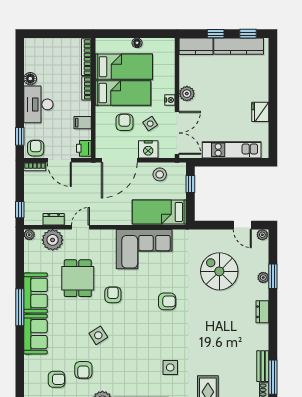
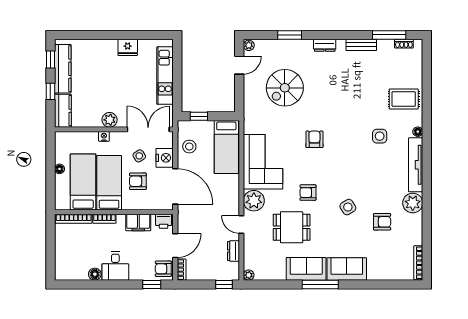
nightstand: (170, 100) -> (104, 136), moved
desk: (38, 104) -> (115, 266), width x0.73
filing cabinet: (83, 123) -> (138, 222), width x2.00
plant: (53, 240) -> (254, 201), moved
plant: (263, 277) -> (291, 44), removed
bench: (263, 366) -> (361, 45), moved
armchair: (57, 379) -> (391, 248), removed

